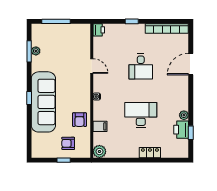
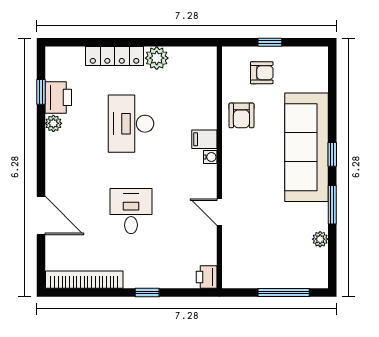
window: (29, 51) -> (332, 205), moved
door: (191, 64) -> (41, 216), hinge flipped
desk: (141, 115) -> (131, 124), turned 90
armchair: (79, 120) -> (241, 115), turned 180
filing cabinet: (100, 126) -> (204, 139), moved
plant: (99, 151) -> (157, 58), moved
locker: (150, 153) -> (115, 56), width x1.53

